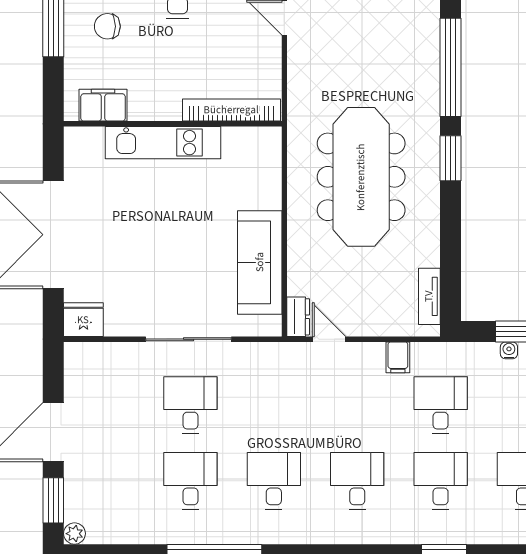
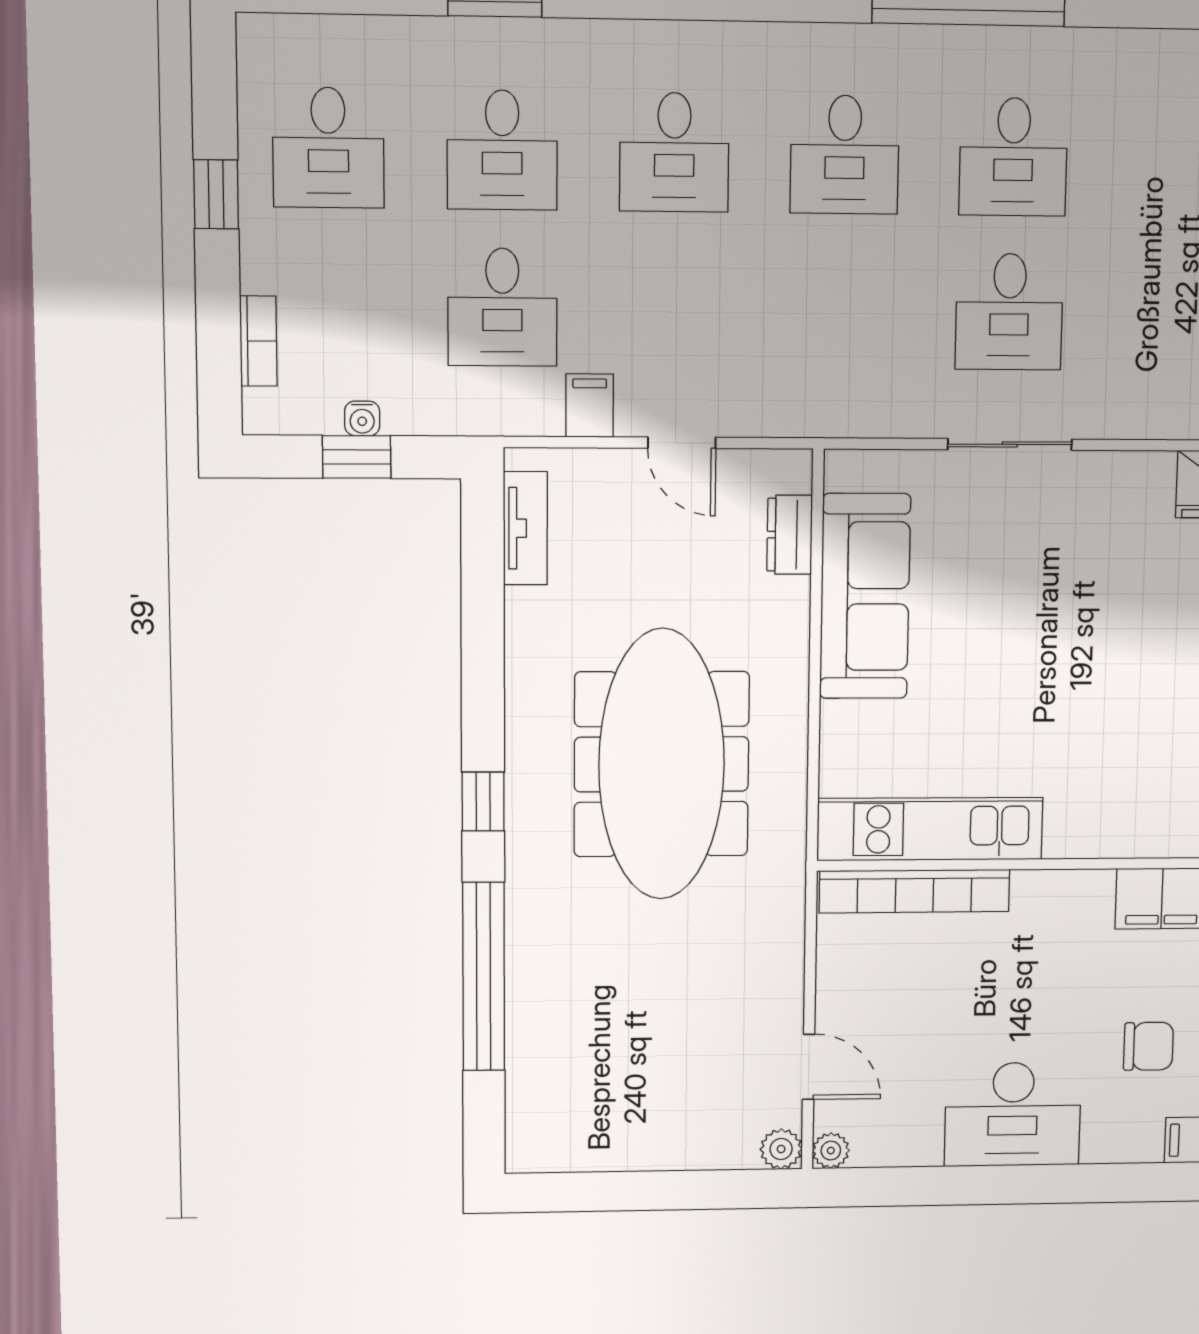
kitchen unit: (163, 143) -> (930, 829), moved
window: (451, 158) -> (483, 802), width x0.67
dresser: (298, 317) -> (790, 535), moved
sliding door: (188, 339) -> (1010, 444), width x0.73
door: (329, 339) -> (682, 443), moved

